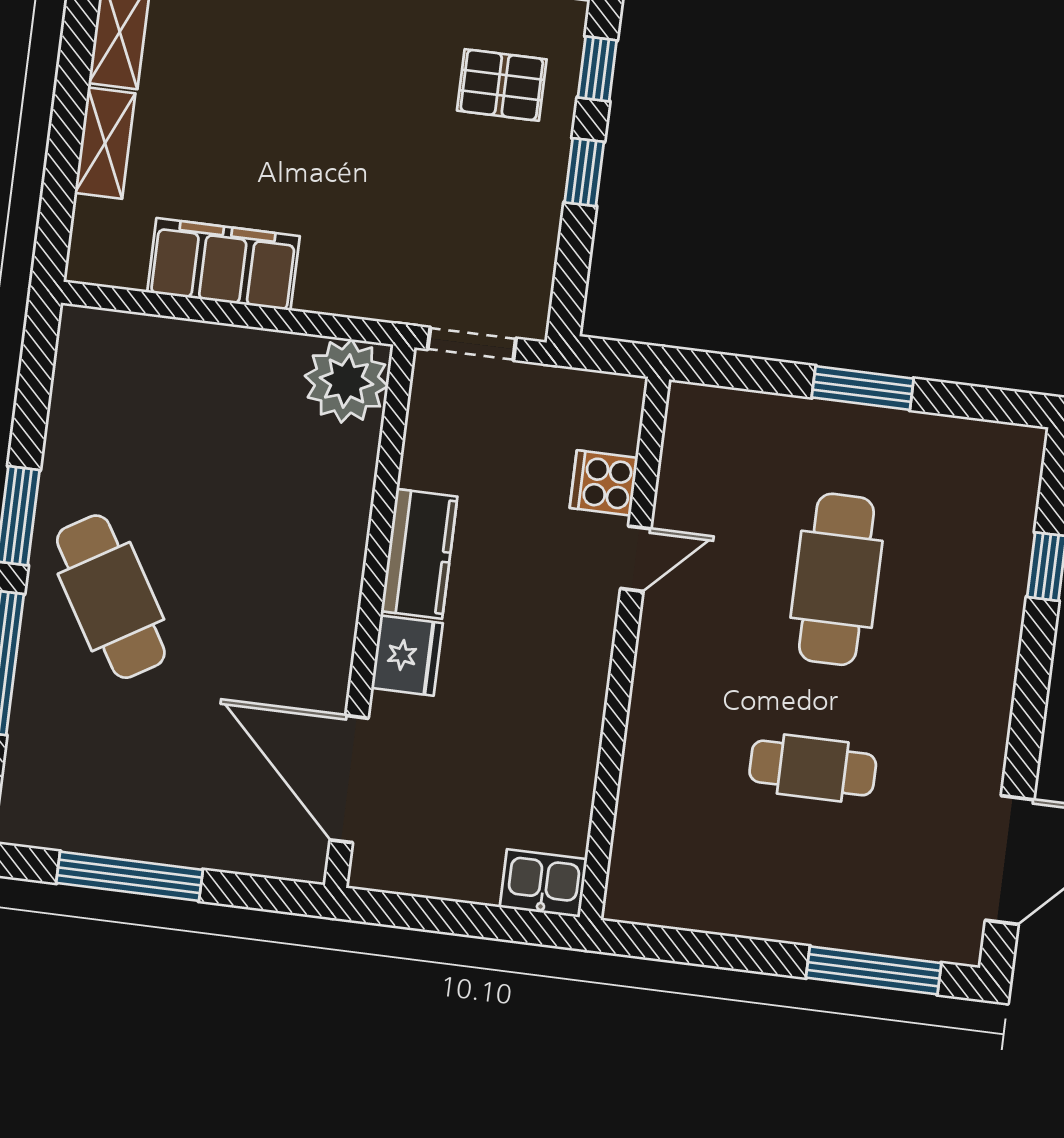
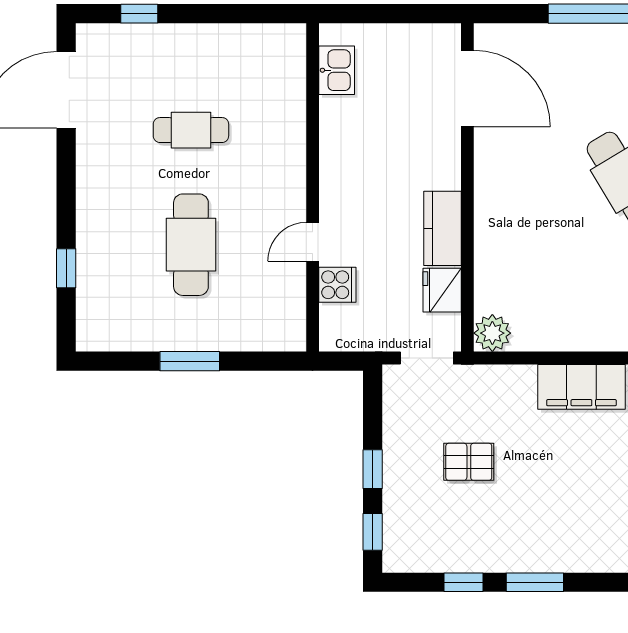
pallet: (502, 85) -> (469, 462), moved
plant: (346, 381) -> (492, 333), width x0.73, depth x0.73
fridge: (407, 656) -> (442, 290), moved
kitchen sink: (543, 883) -> (337, 70), moved, turned -90
window: (874, 970) -> (139, 14), width x0.46

